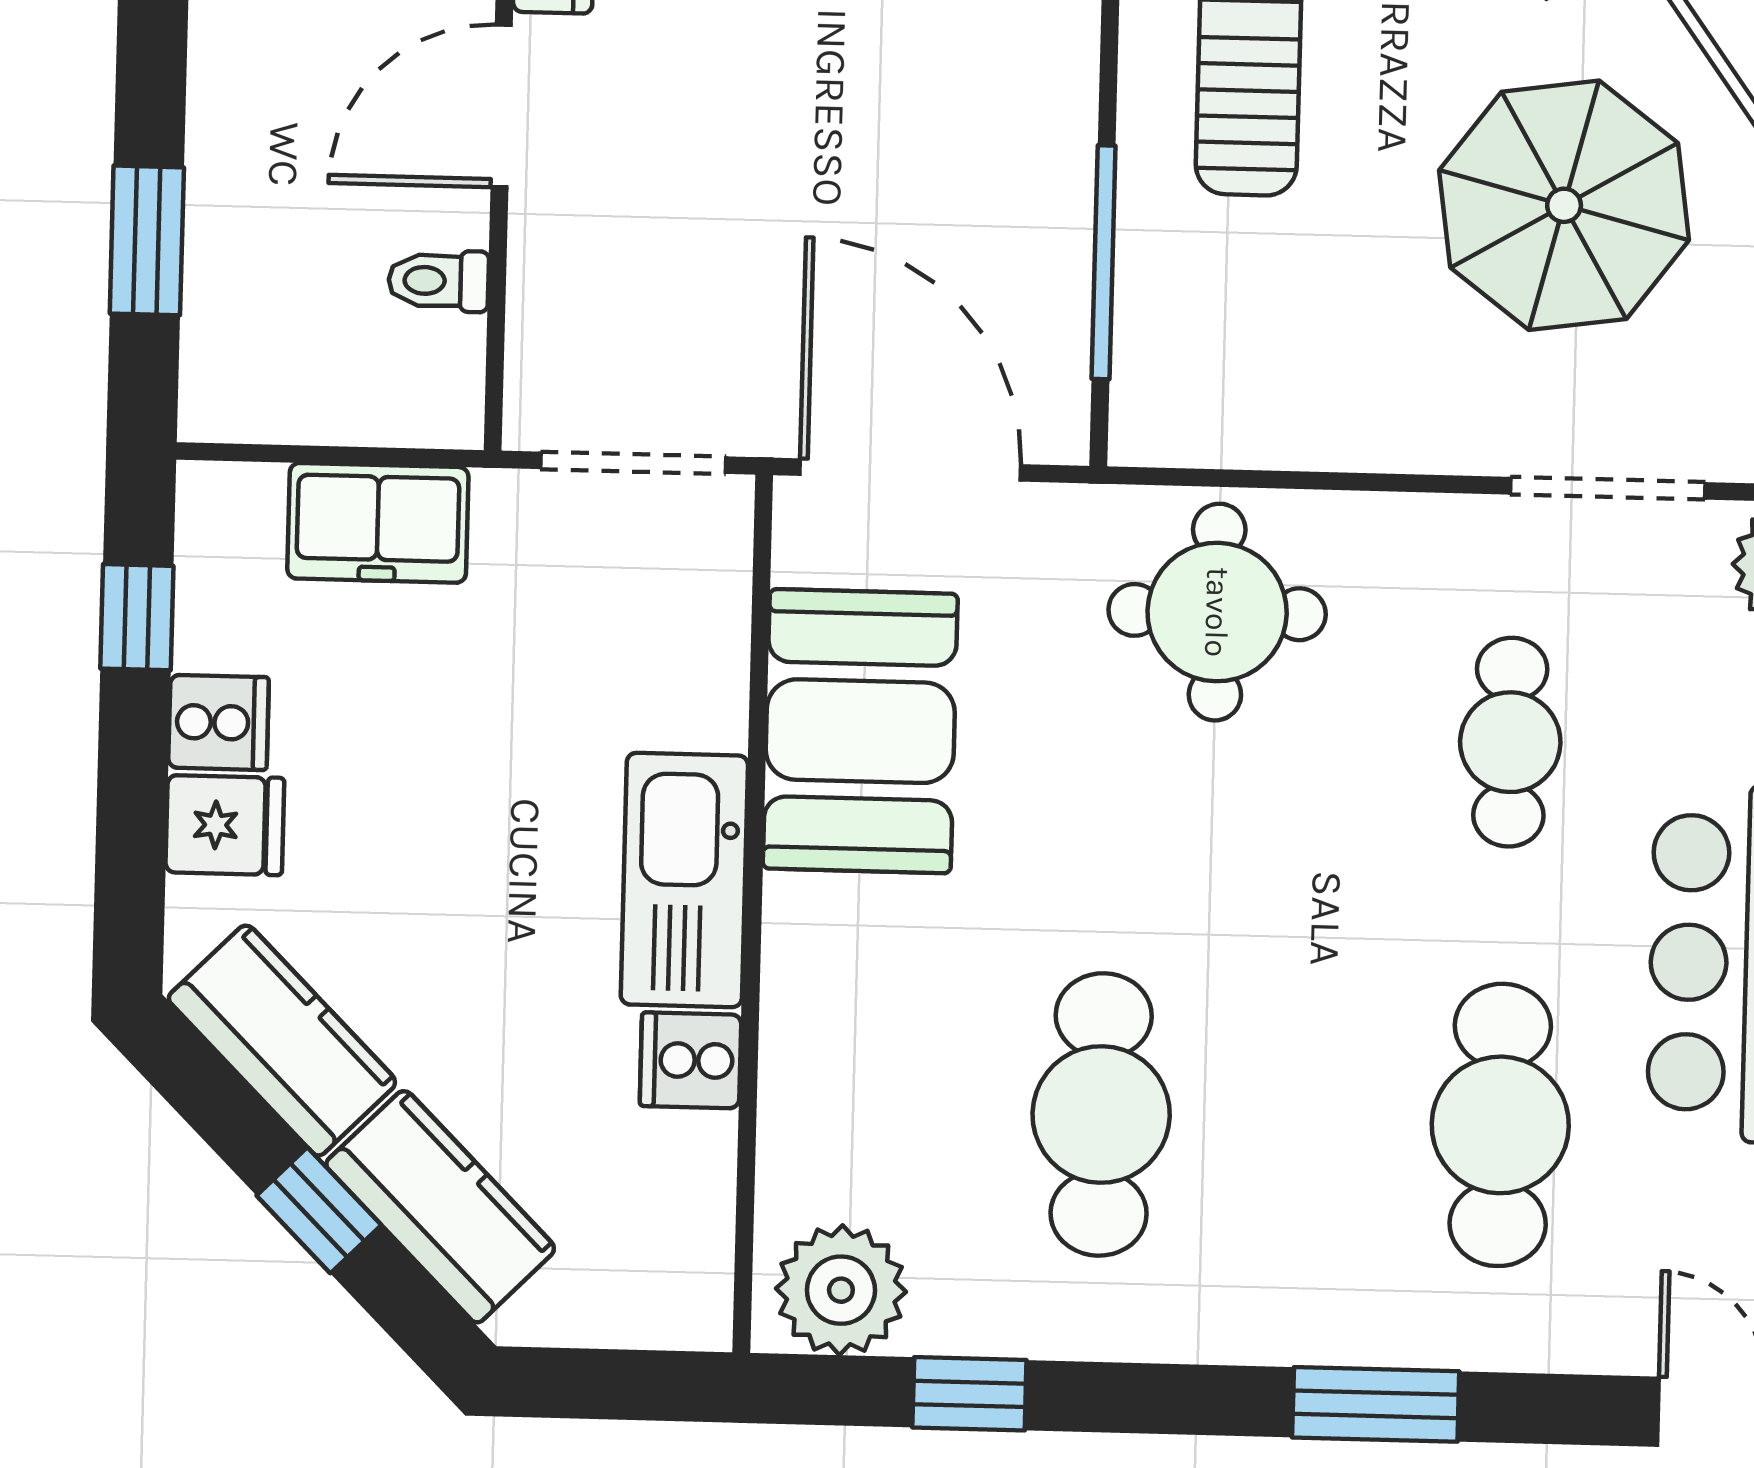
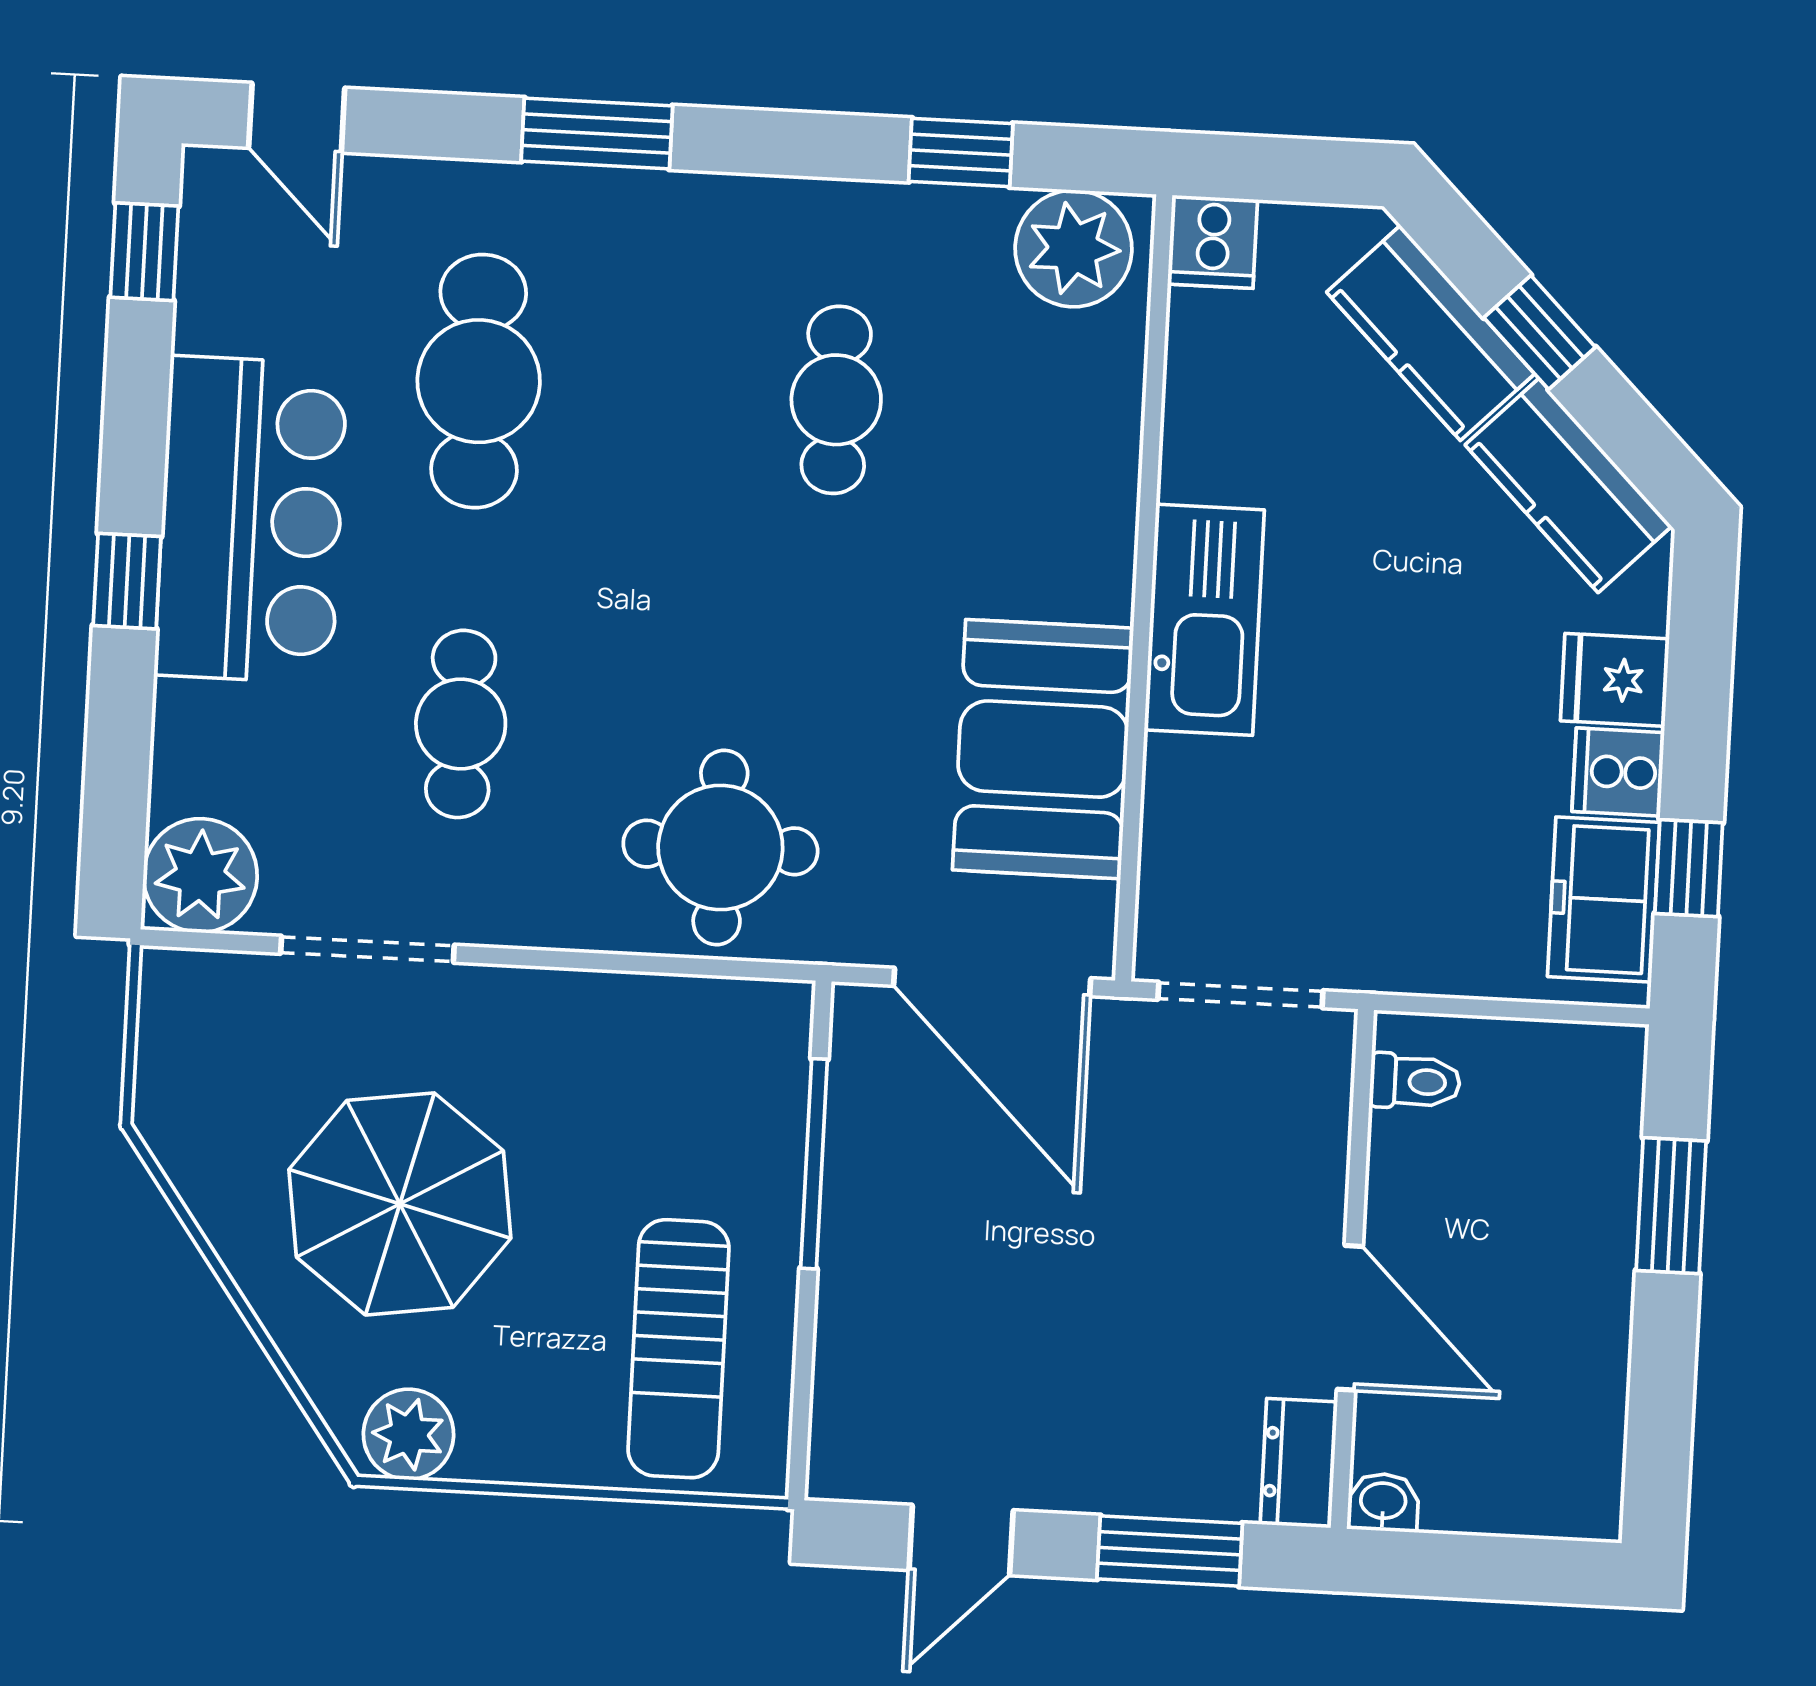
door: (502, 106) -> (1350, 1318), hinge flipped
toilet: (439, 281) -> (1415, 1082), moved
freezer: (378, 523) -> (1604, 899), moved, turned -90
cooker: (691, 1060) -> (1213, 242), moved, turned 90
cafe table: (1101, 1114) -> (836, 400), width x0.73, depth x0.74

